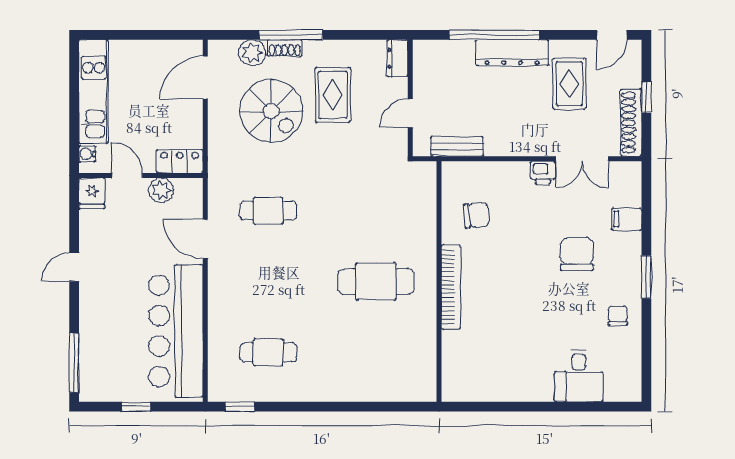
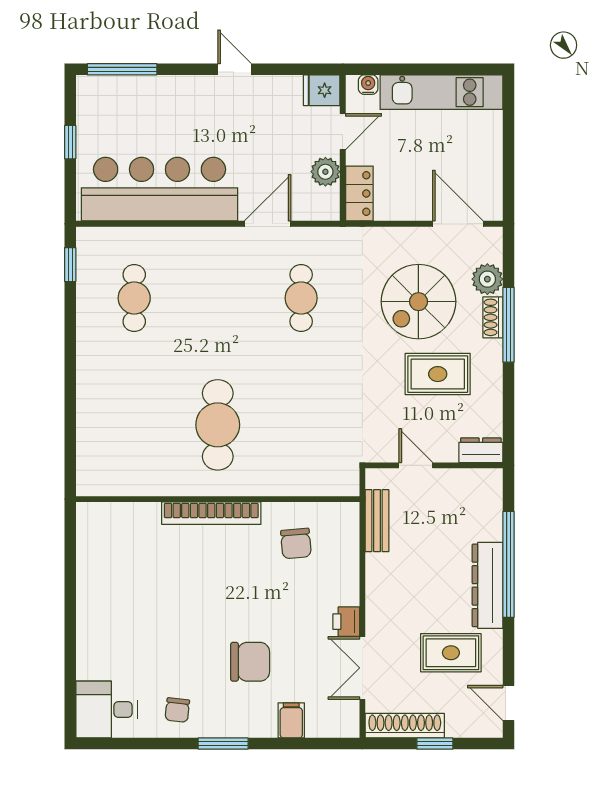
chair: (618, 316) -> (177, 710), turned 96
desk: (579, 376) -> (106, 709), moved

